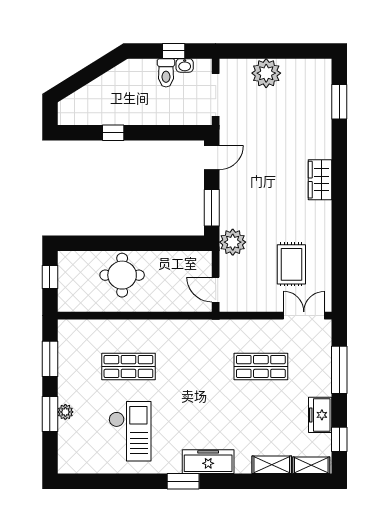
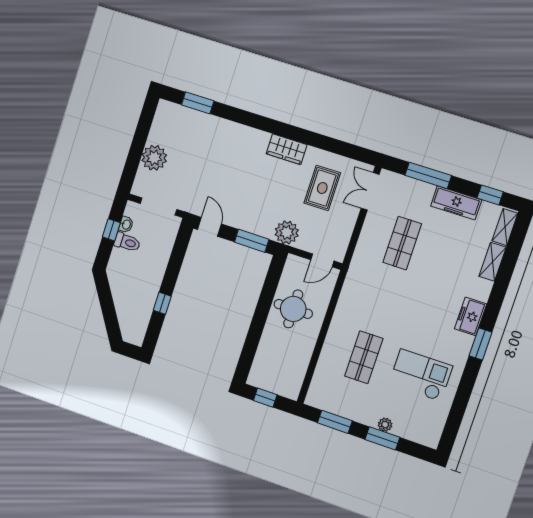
wardrobe: (320, 180) -> (287, 149), moved
rug: (291, 264) -> (322, 188), turned 90
round table: (122, 275) -> (293, 309), moved
freezer: (320, 415) -> (456, 203), width x1.40
freezer: (208, 462) -> (471, 316), width x0.71

